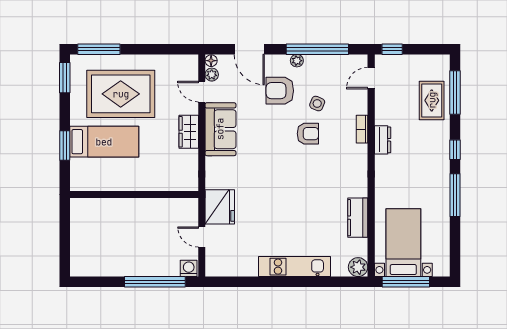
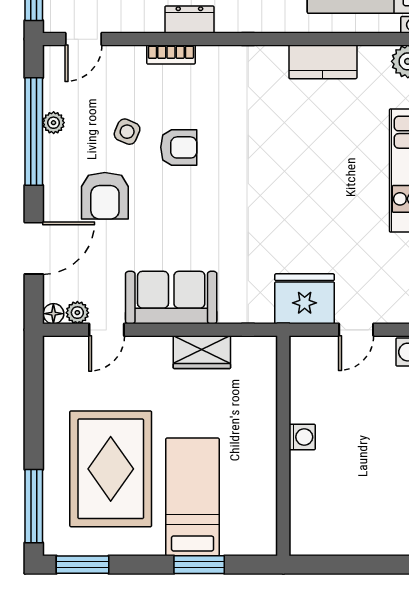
plant: (297, 61) -> (54, 123), moved
door: (371, 78) -> (84, 39), hinge flipped
wardrobe: (189, 132) -> (202, 352), moved
armchair: (308, 134) -> (179, 147), turned 90
washing machine: (139, 206) -> (302, 437), added

